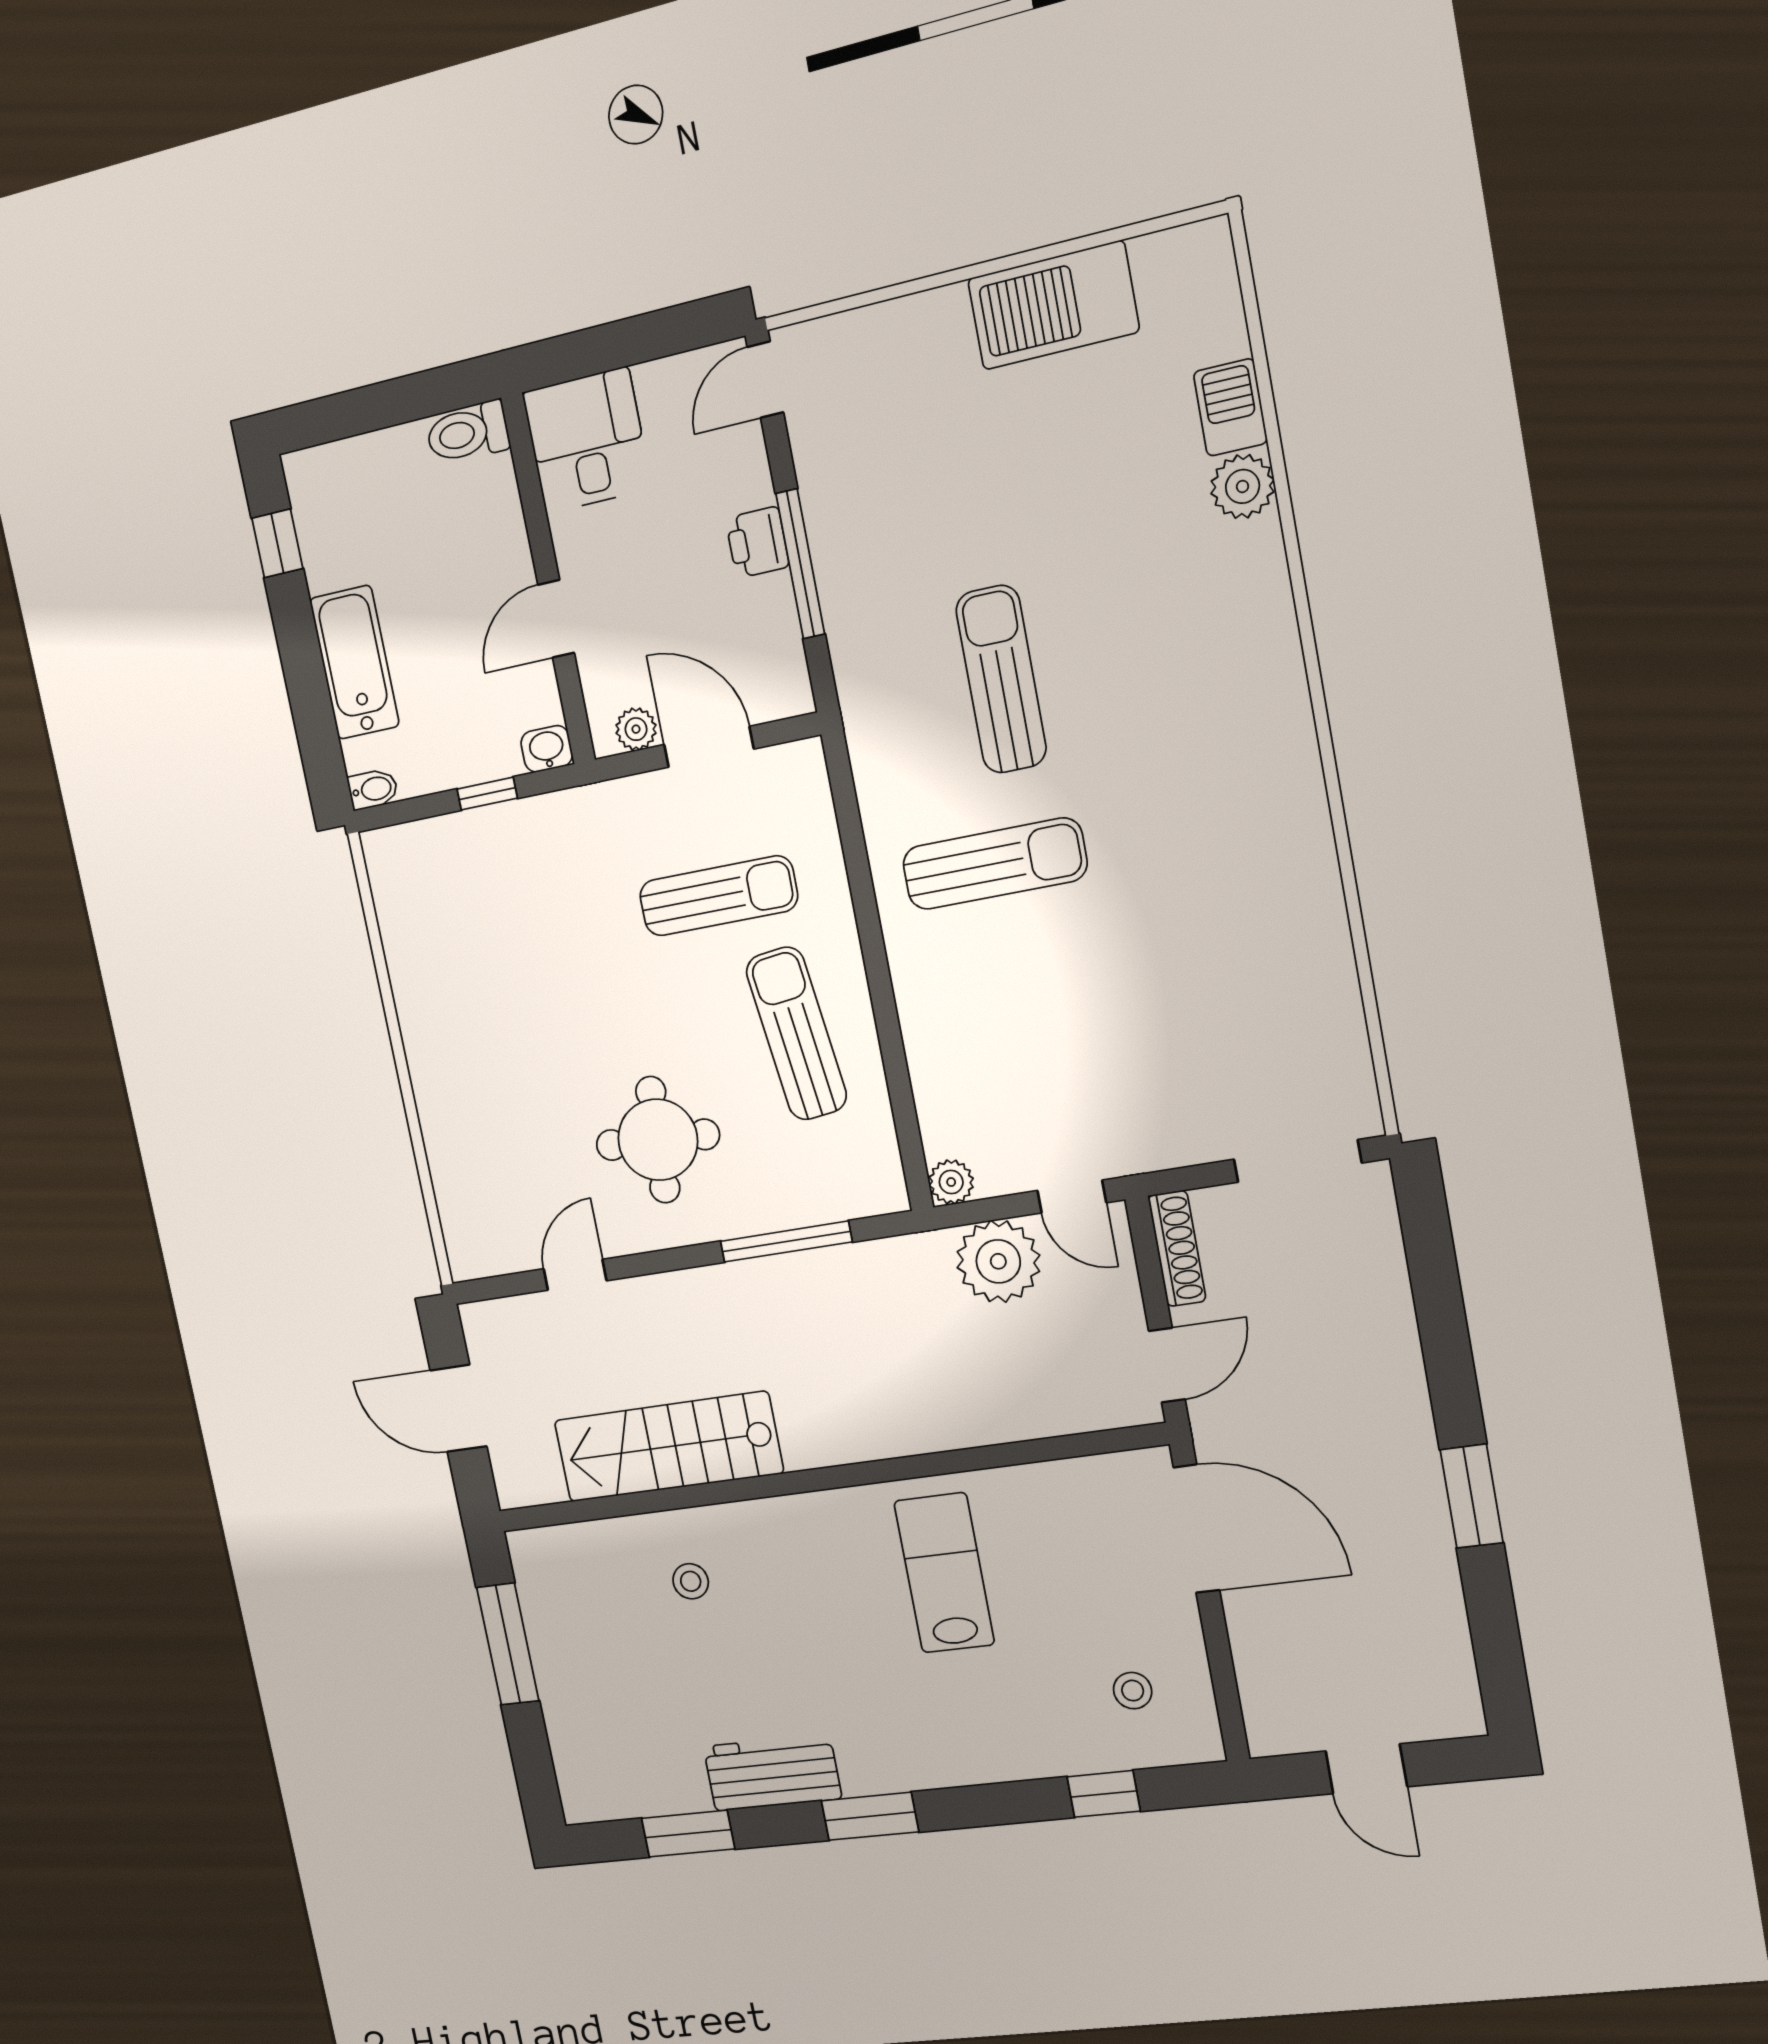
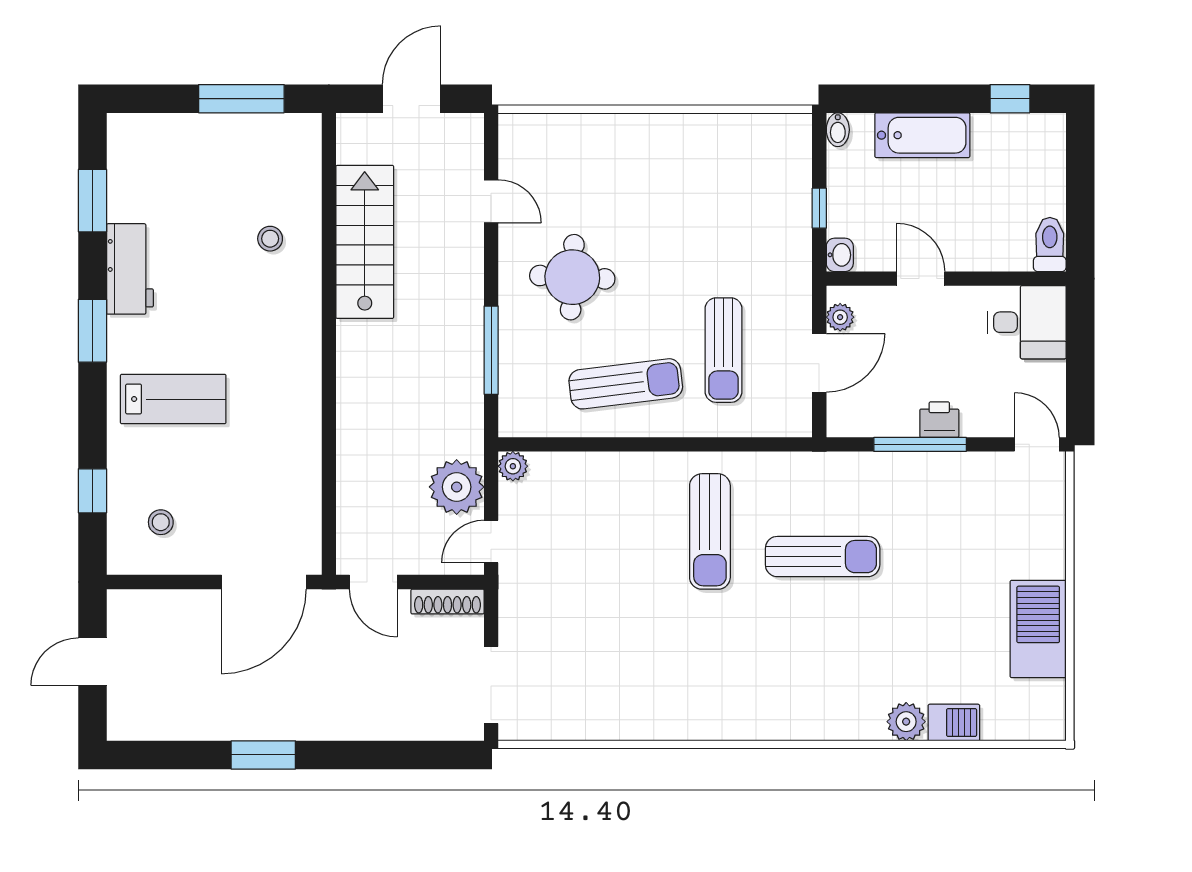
lab bench: (944, 1573) -> (173, 399), moved

